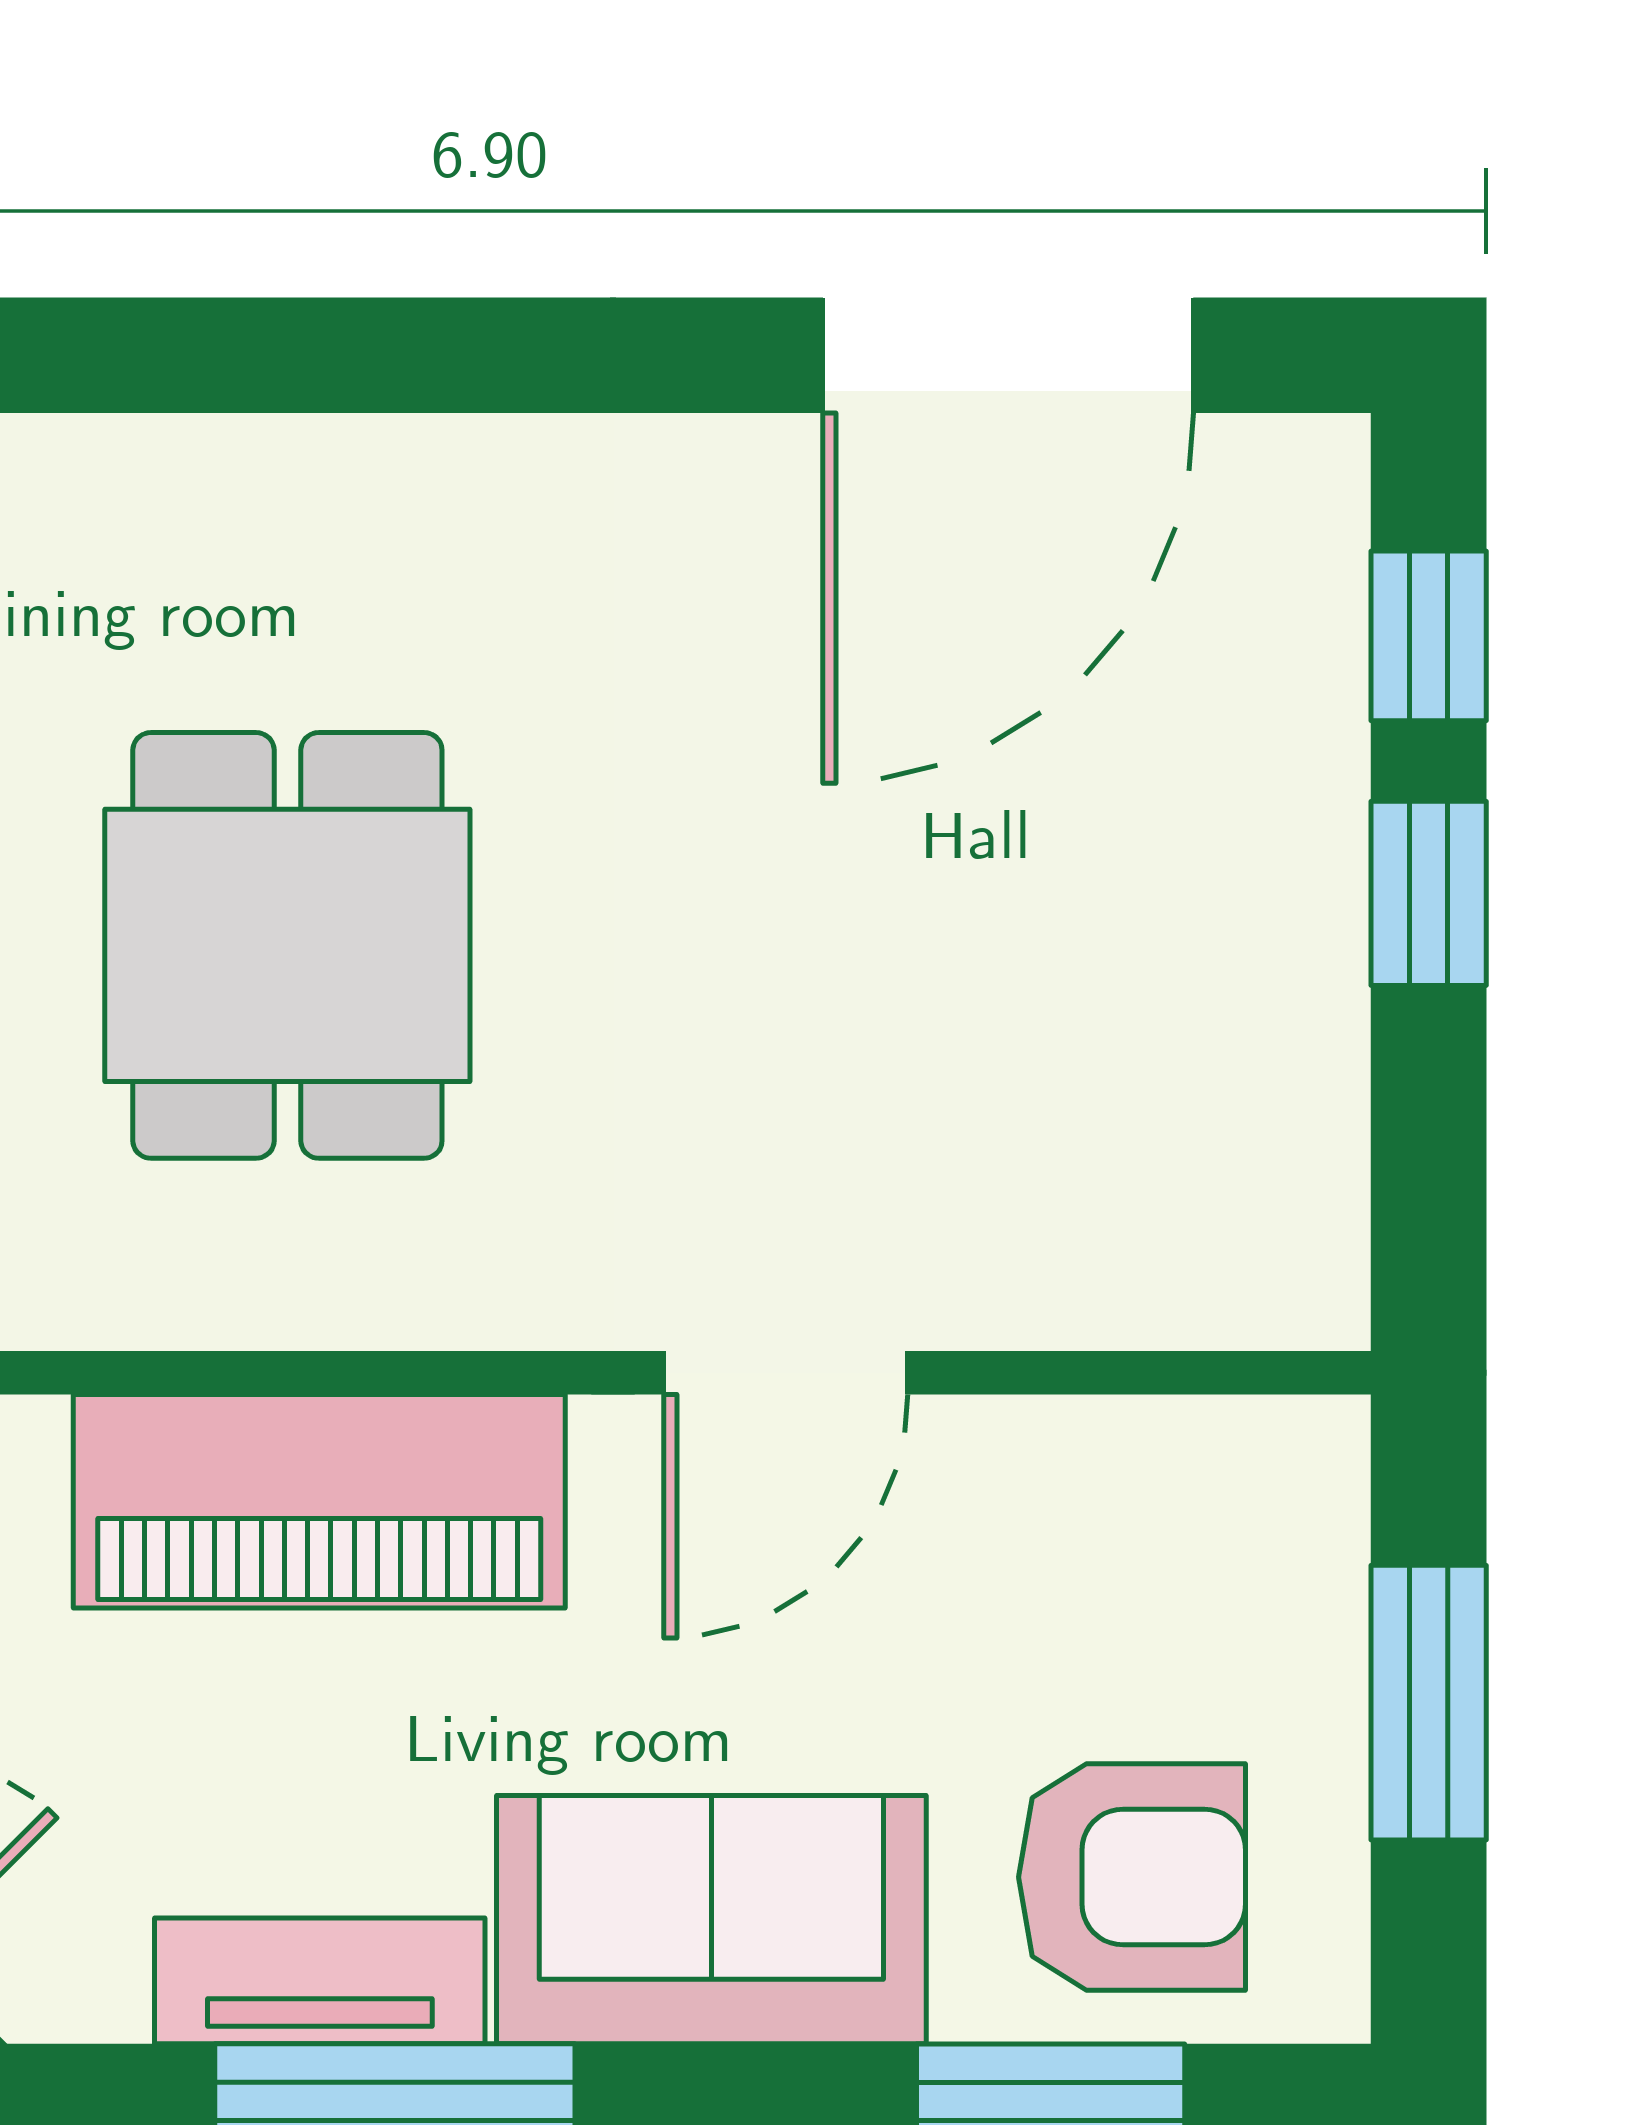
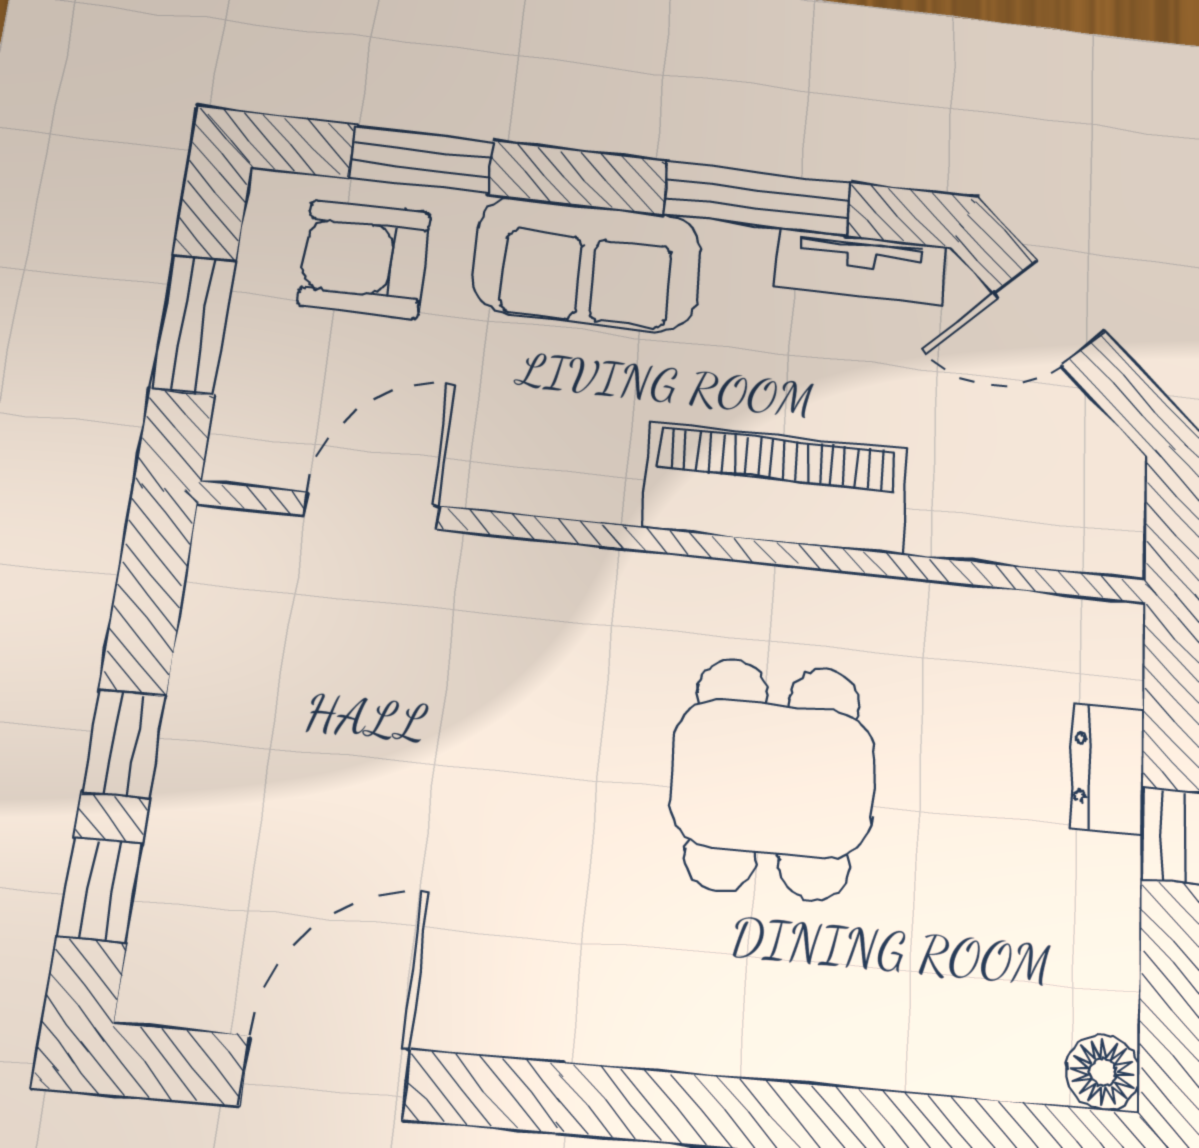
door: (1008, 355) -> (326, 1078), width x0.73
door: (786, 1373) -> (371, 511), moved
tv unit: (320, 1981) -> (860, 266), moved

